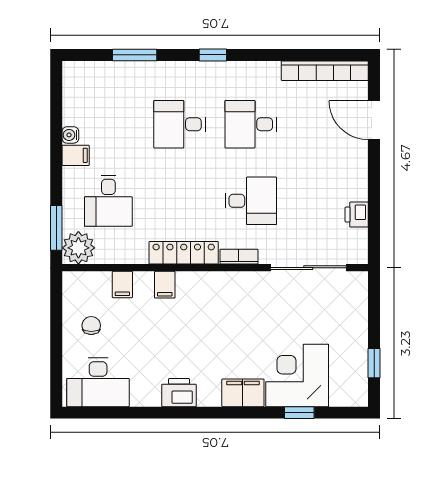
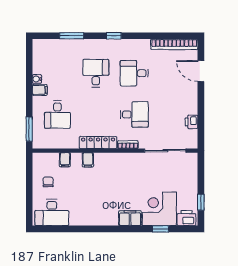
desk: (180, 124) -> (96, 73), turned 90
plant: (78, 248) -> (41, 140), removed
printer: (179, 393) -> (187, 218), moved

